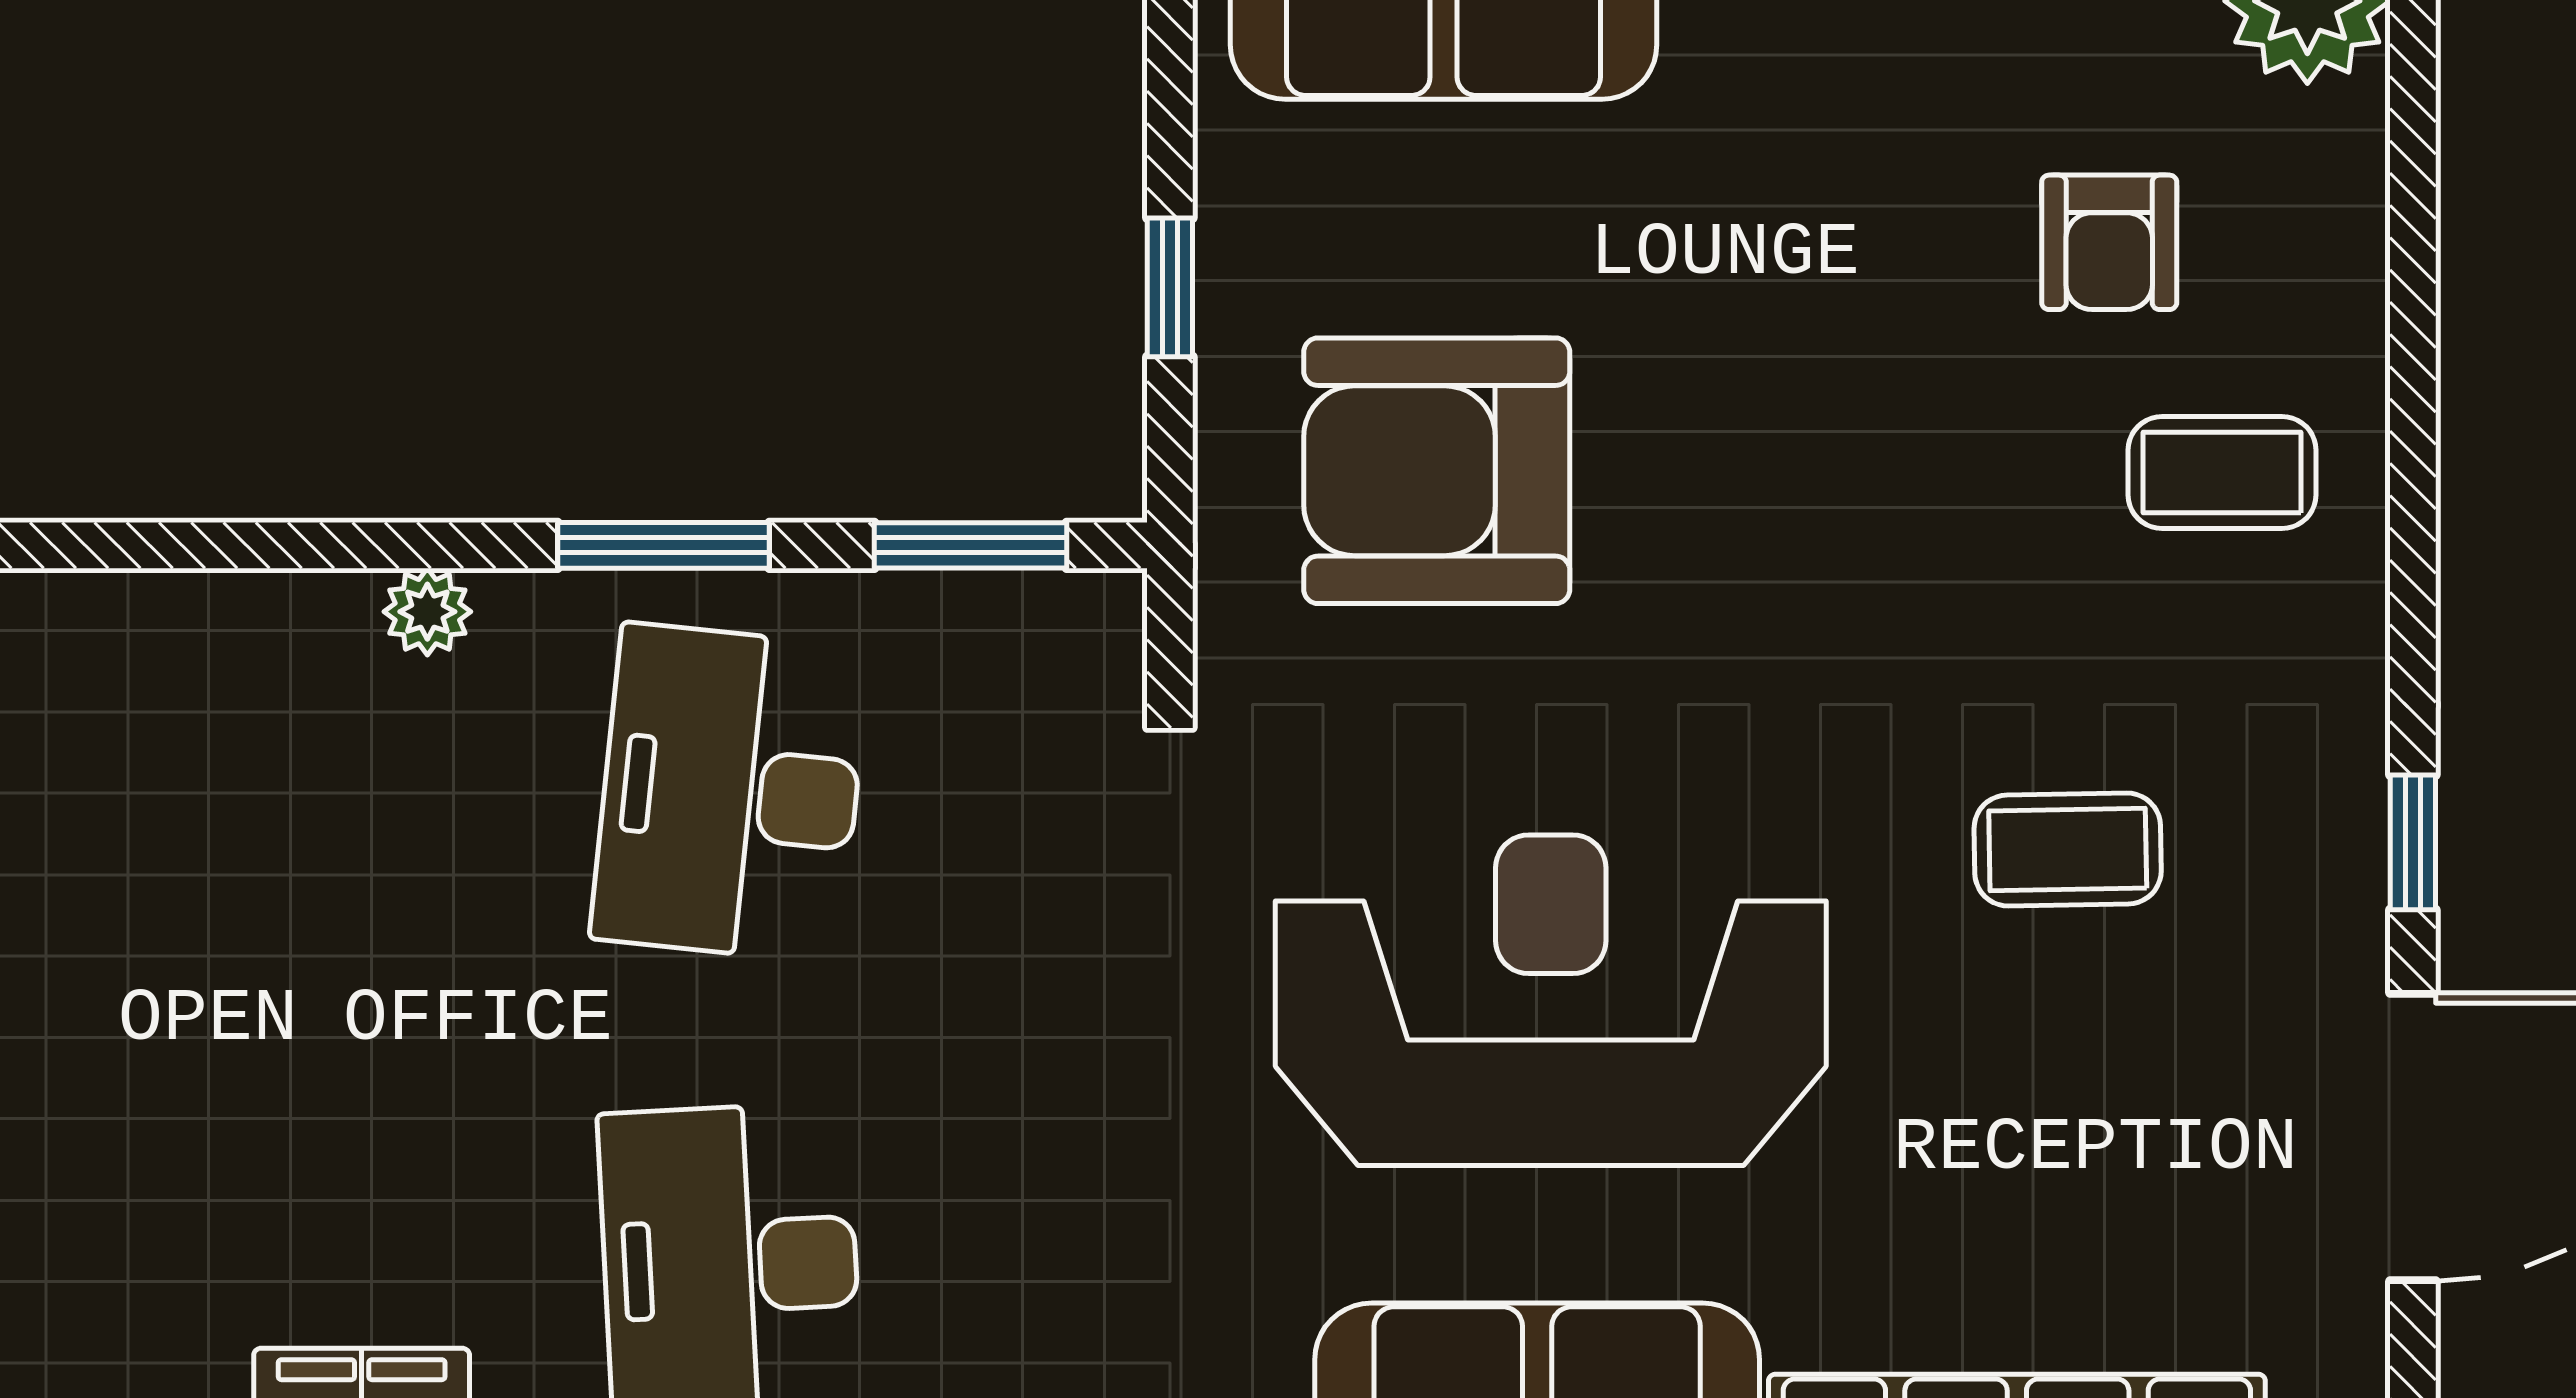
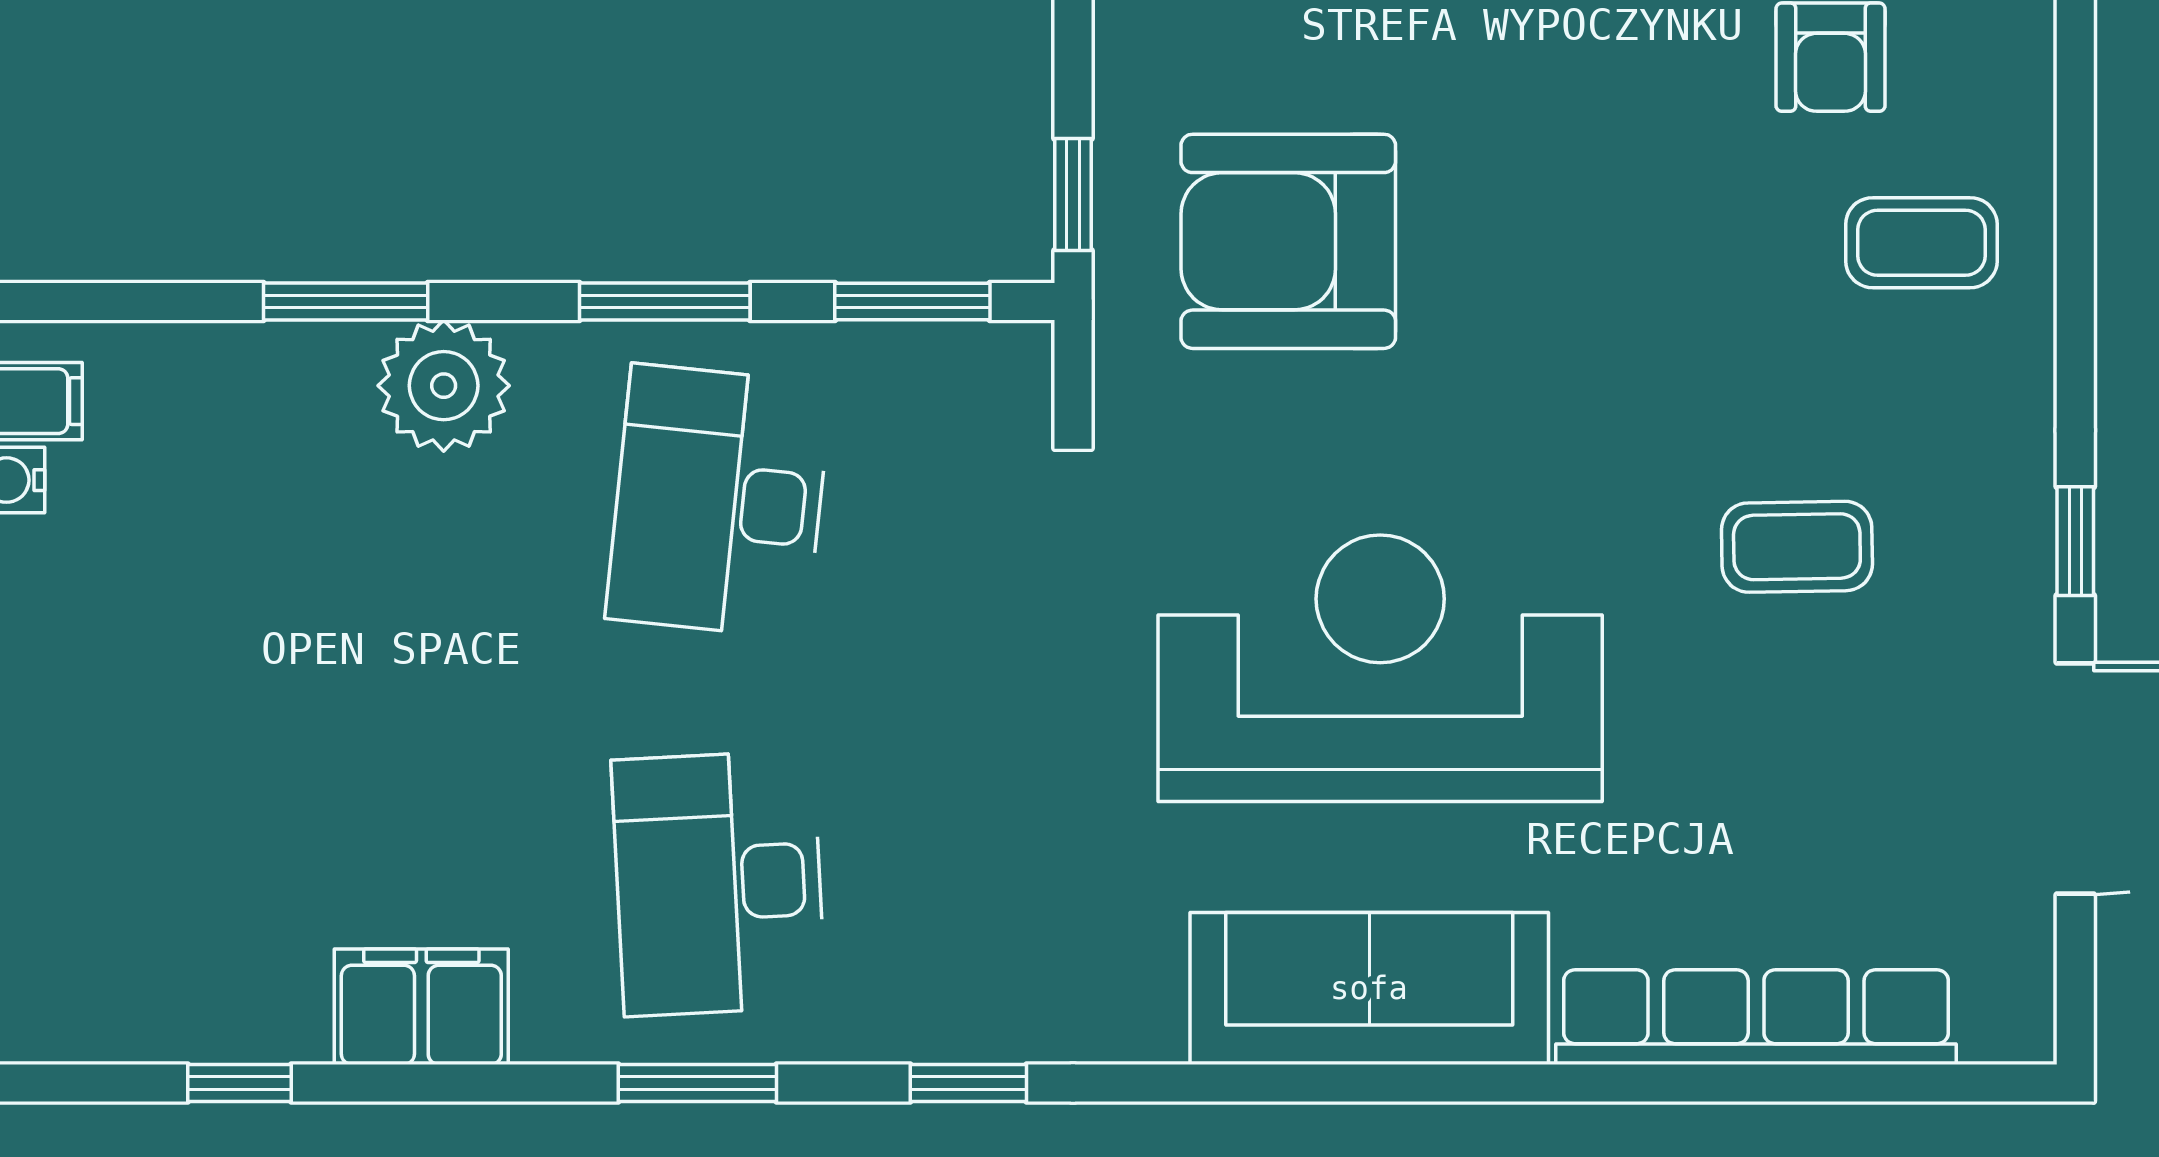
window: (1170, 287) -> (1073, 195), moved
window: (268, 545) -> (346, 301), added
plant: (427, 612) -> (444, 386), width x1.87, depth x1.87

